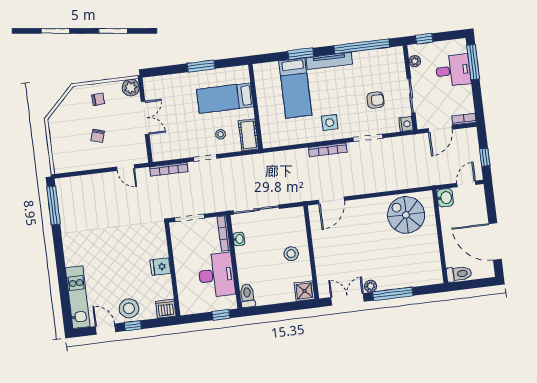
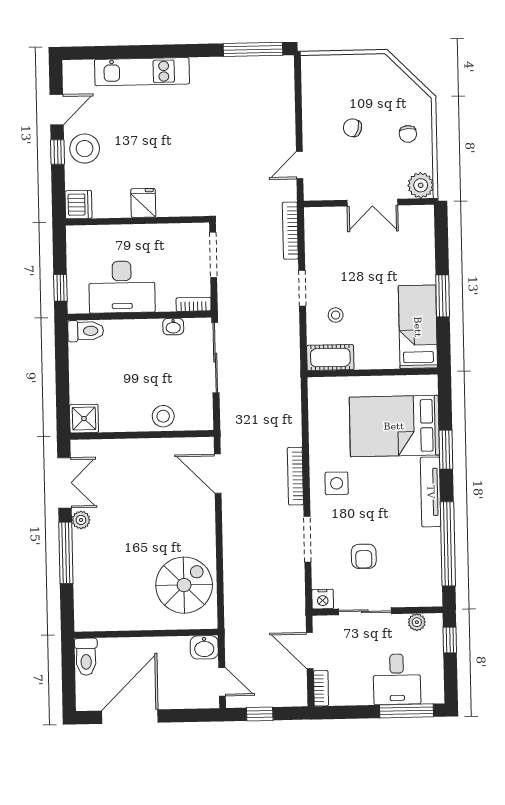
bed: (295, 88) -> (394, 426), width x1.50
bed: (225, 98) -> (418, 327), moved
bookcase: (224, 234) -> (194, 304), width x0.64
stool: (291, 254) -> (163, 416), moved
kitchen unit: (78, 297) -> (142, 72), moved

